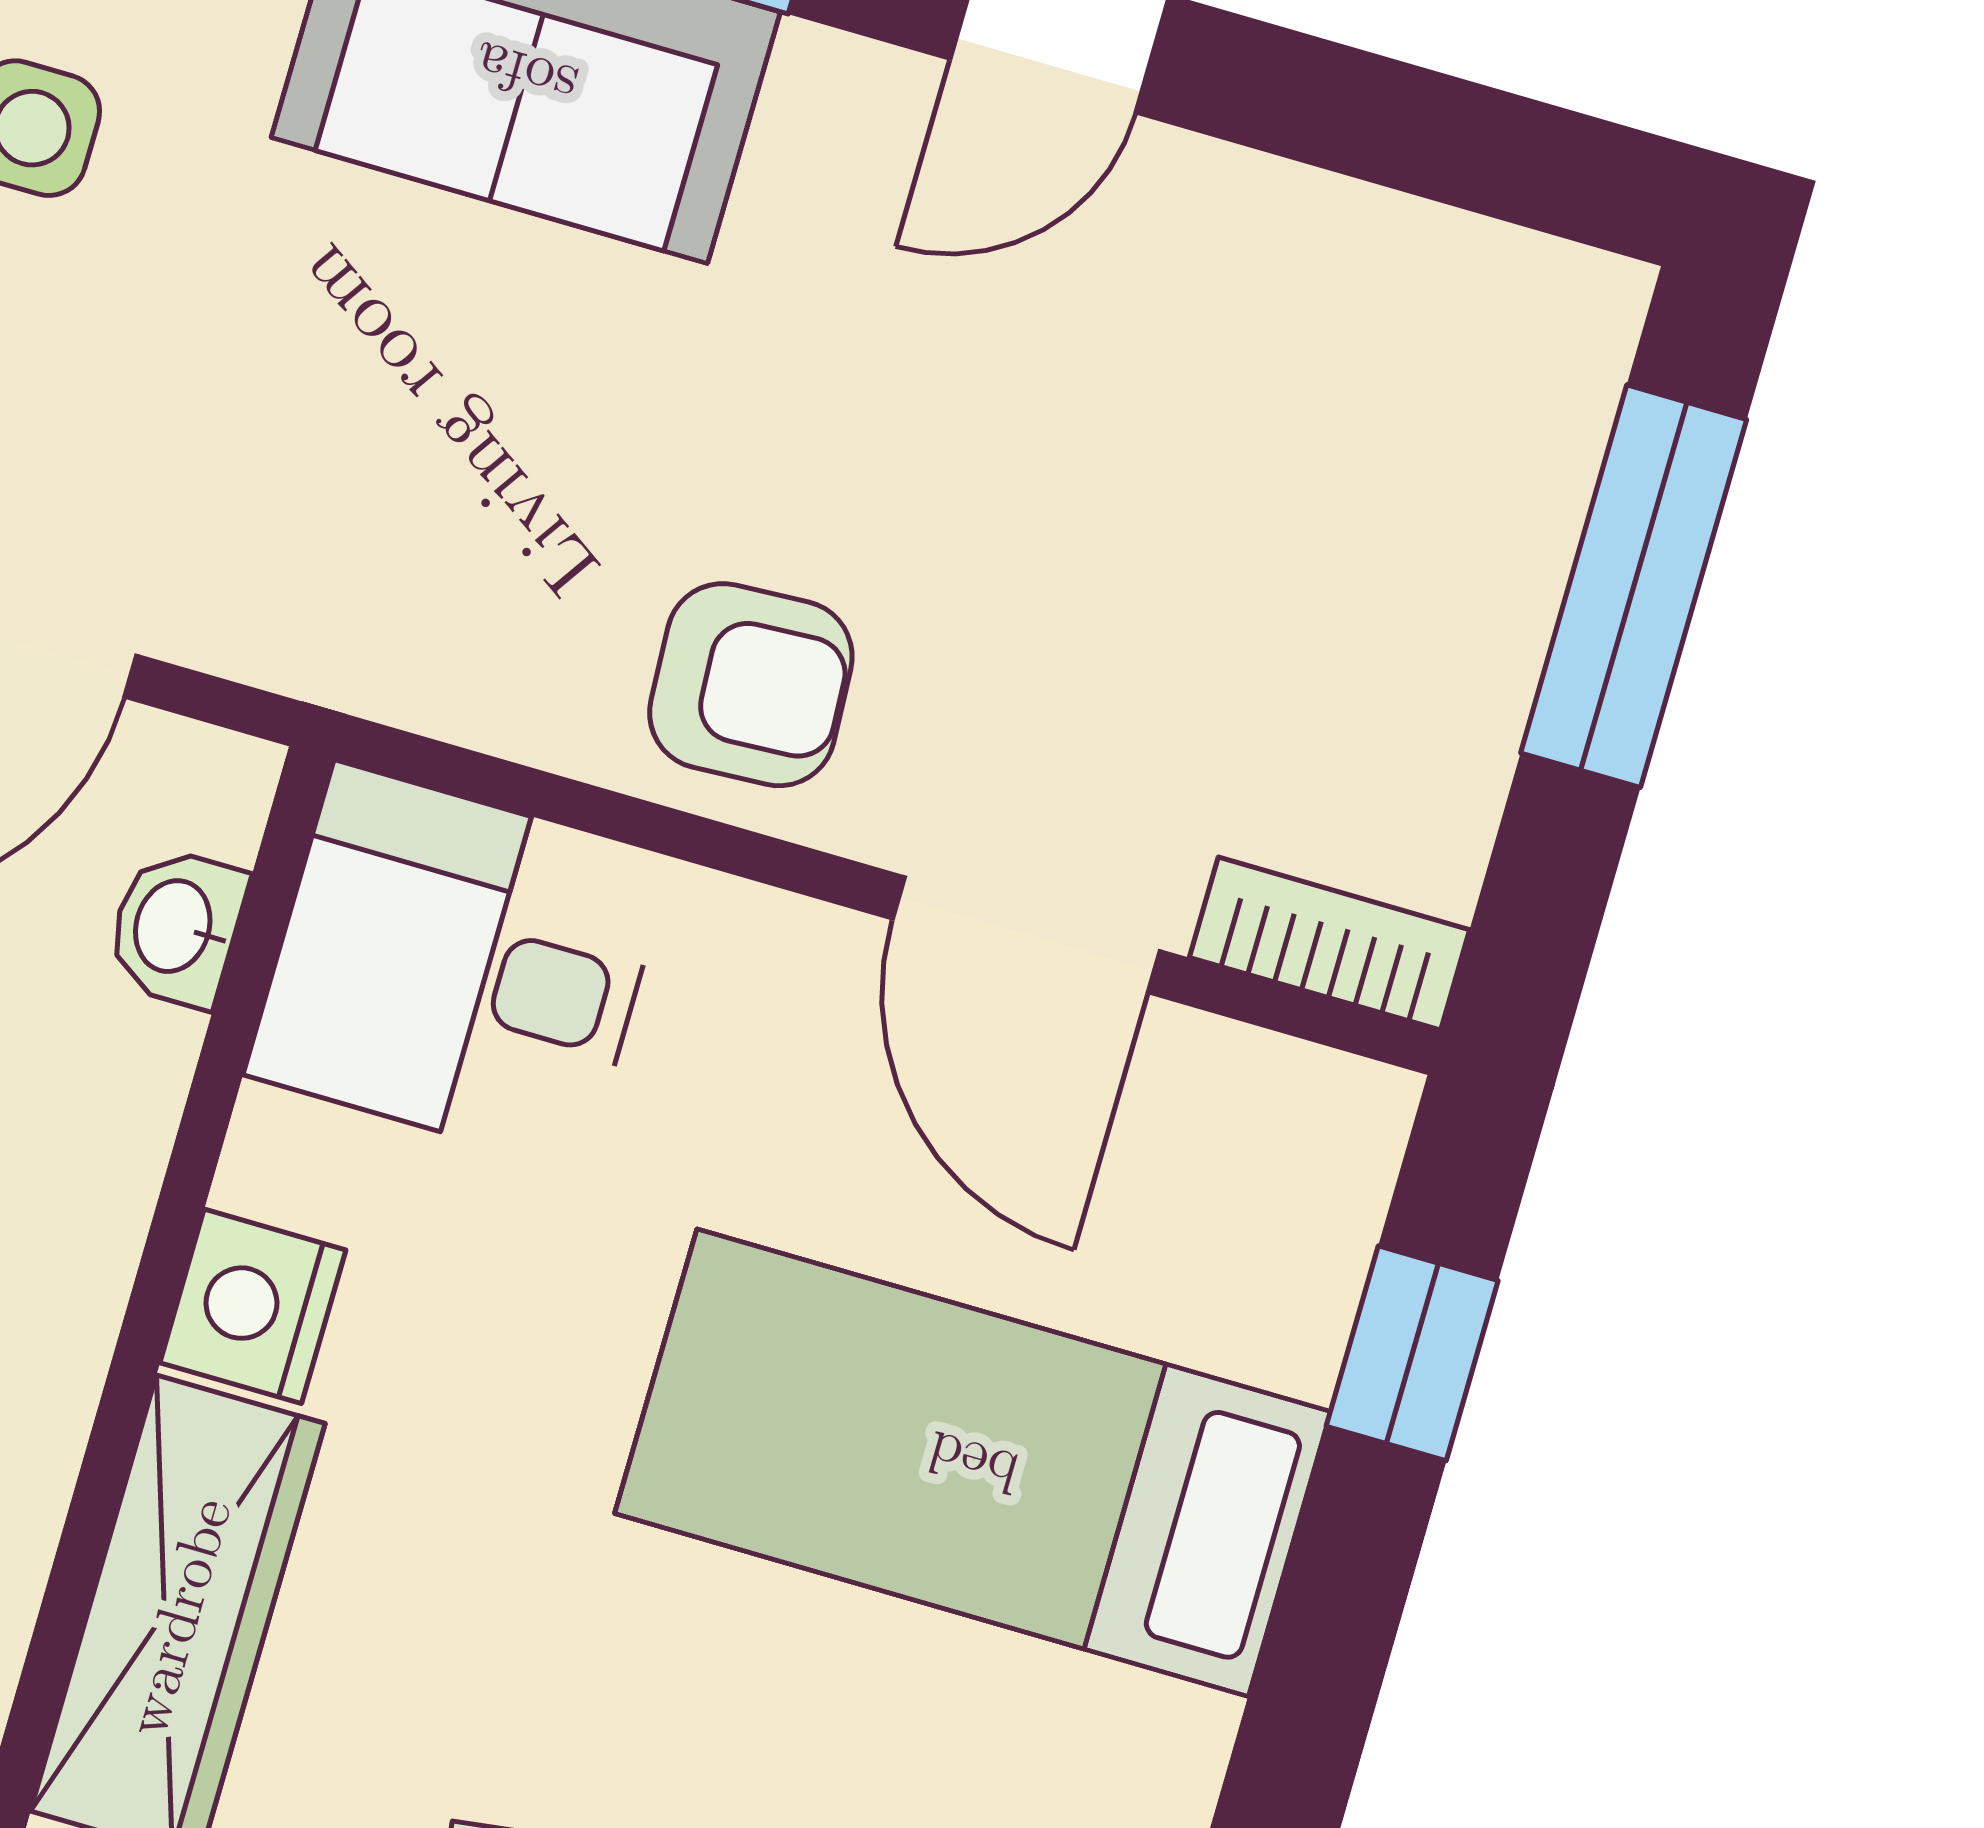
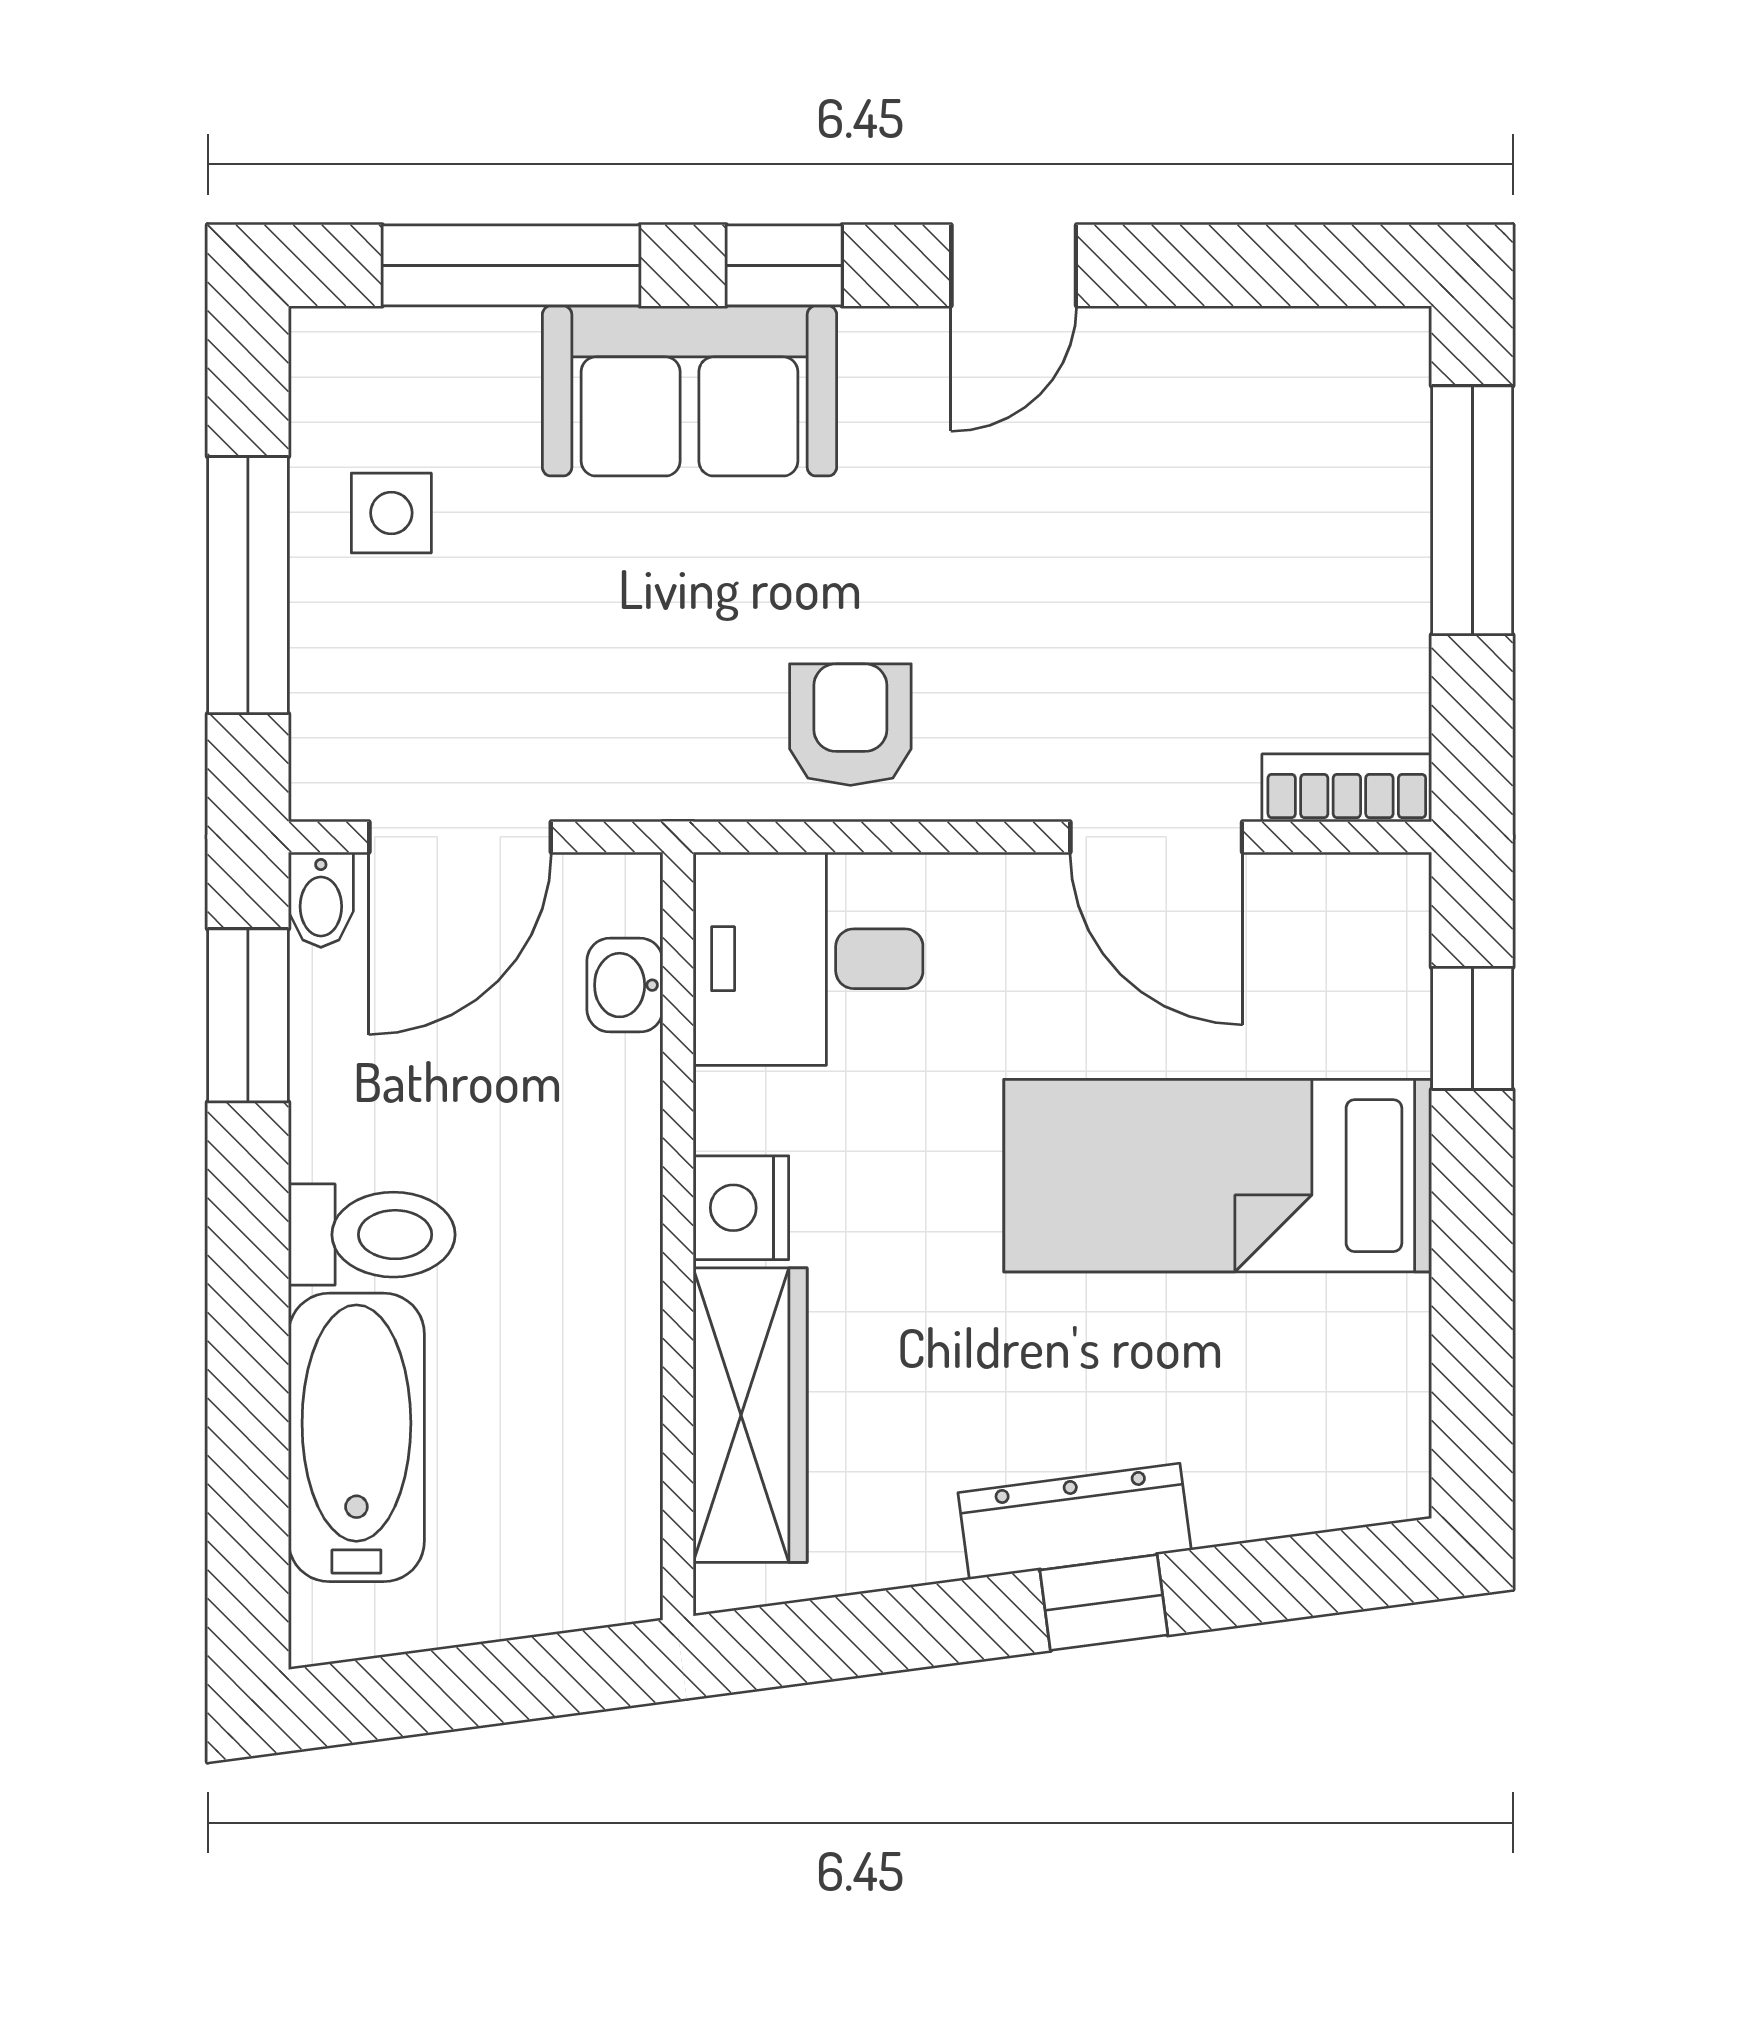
armchair: (751, 685) -> (850, 725), moved, turned -87

